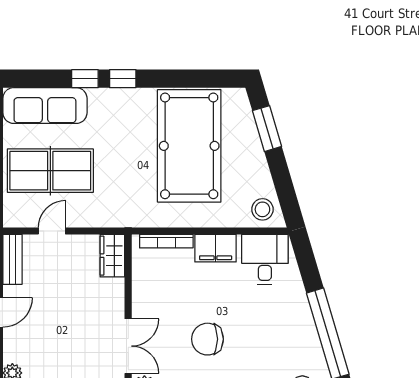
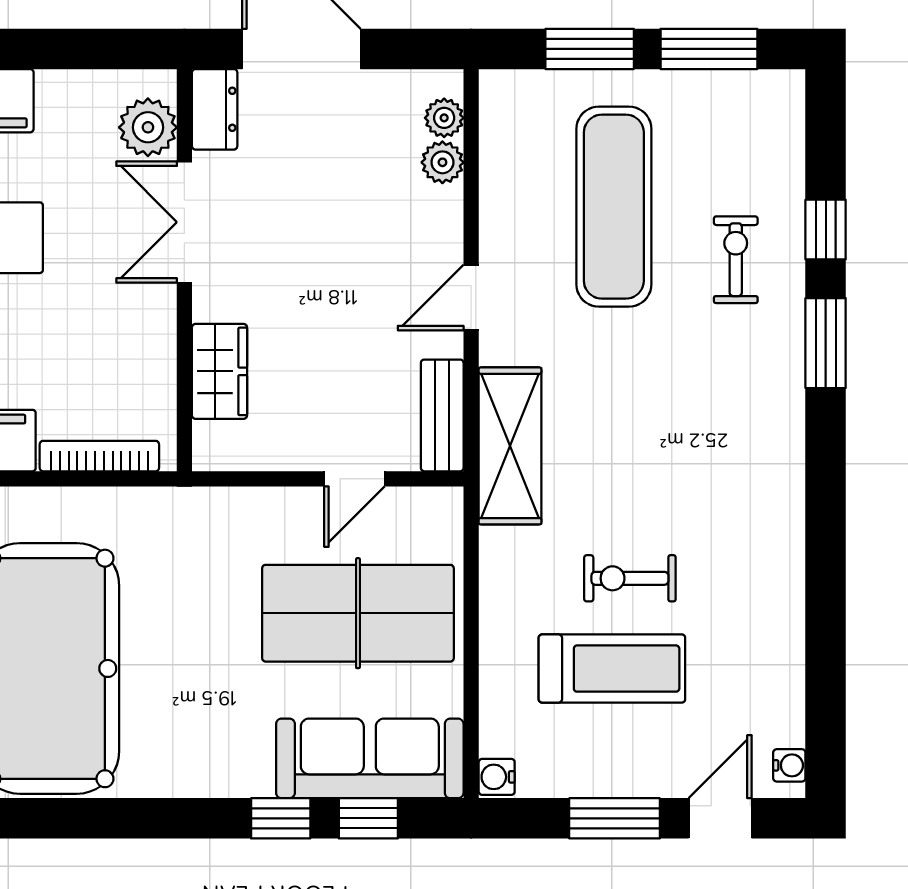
window: (123, 79) -> (368, 818), moved
wardrobe: (112, 256) -> (220, 371), moved

